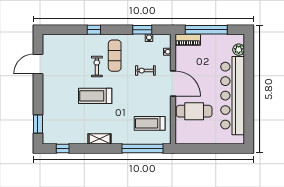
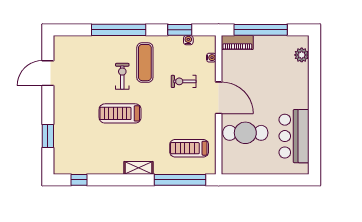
window: (94, 30) -> (119, 30), width x3.17
bar counter: (233, 96) -> (294, 136), width x0.54
window: (38, 124) -> (48, 136), moved
shelving: (100, 139) -> (138, 168), moved

